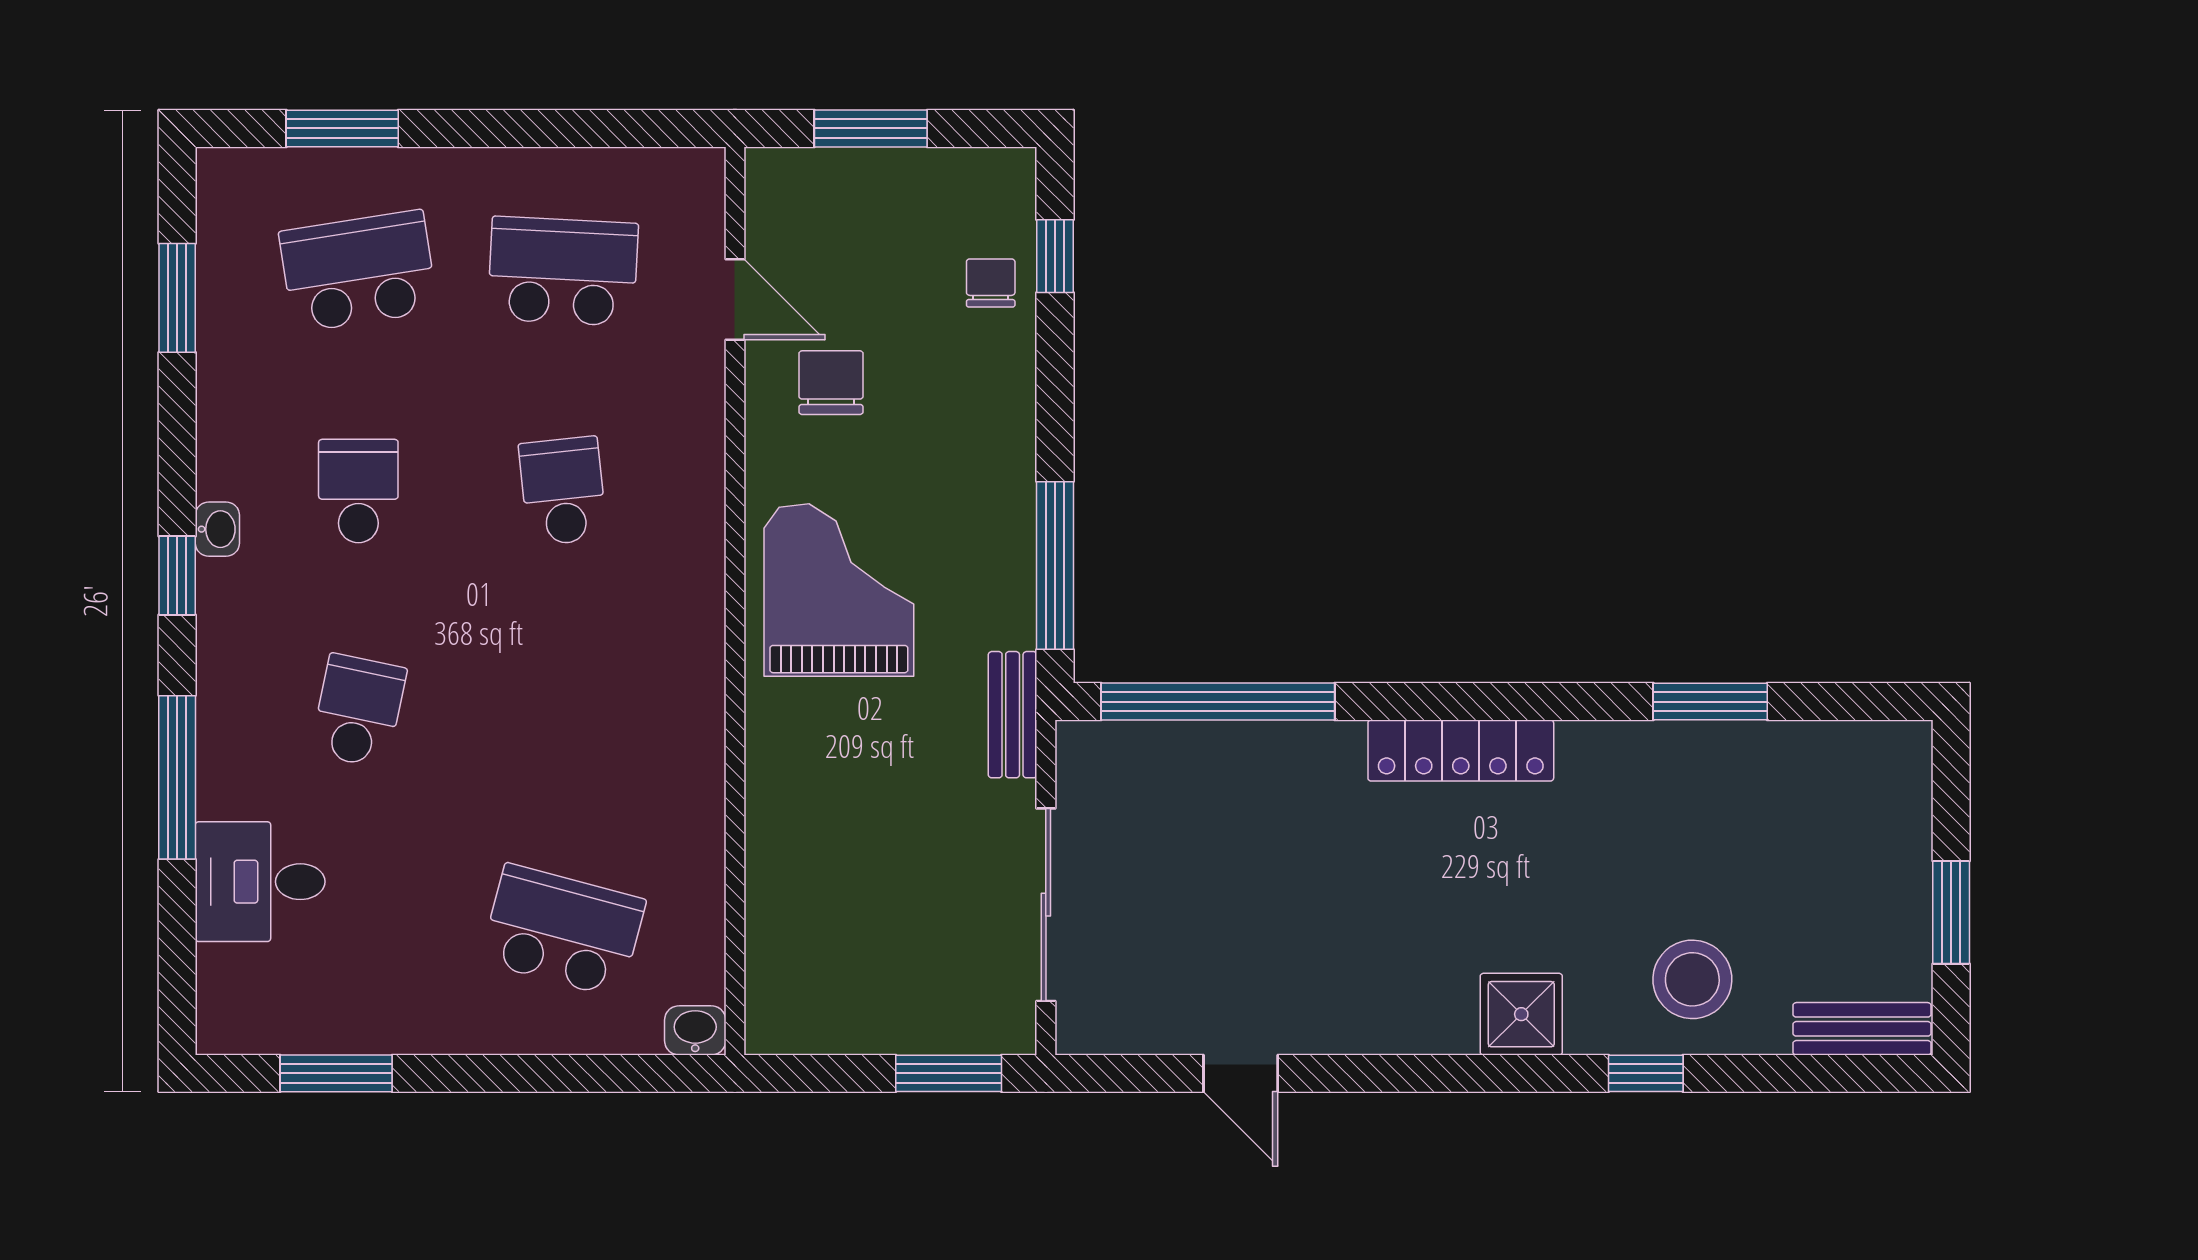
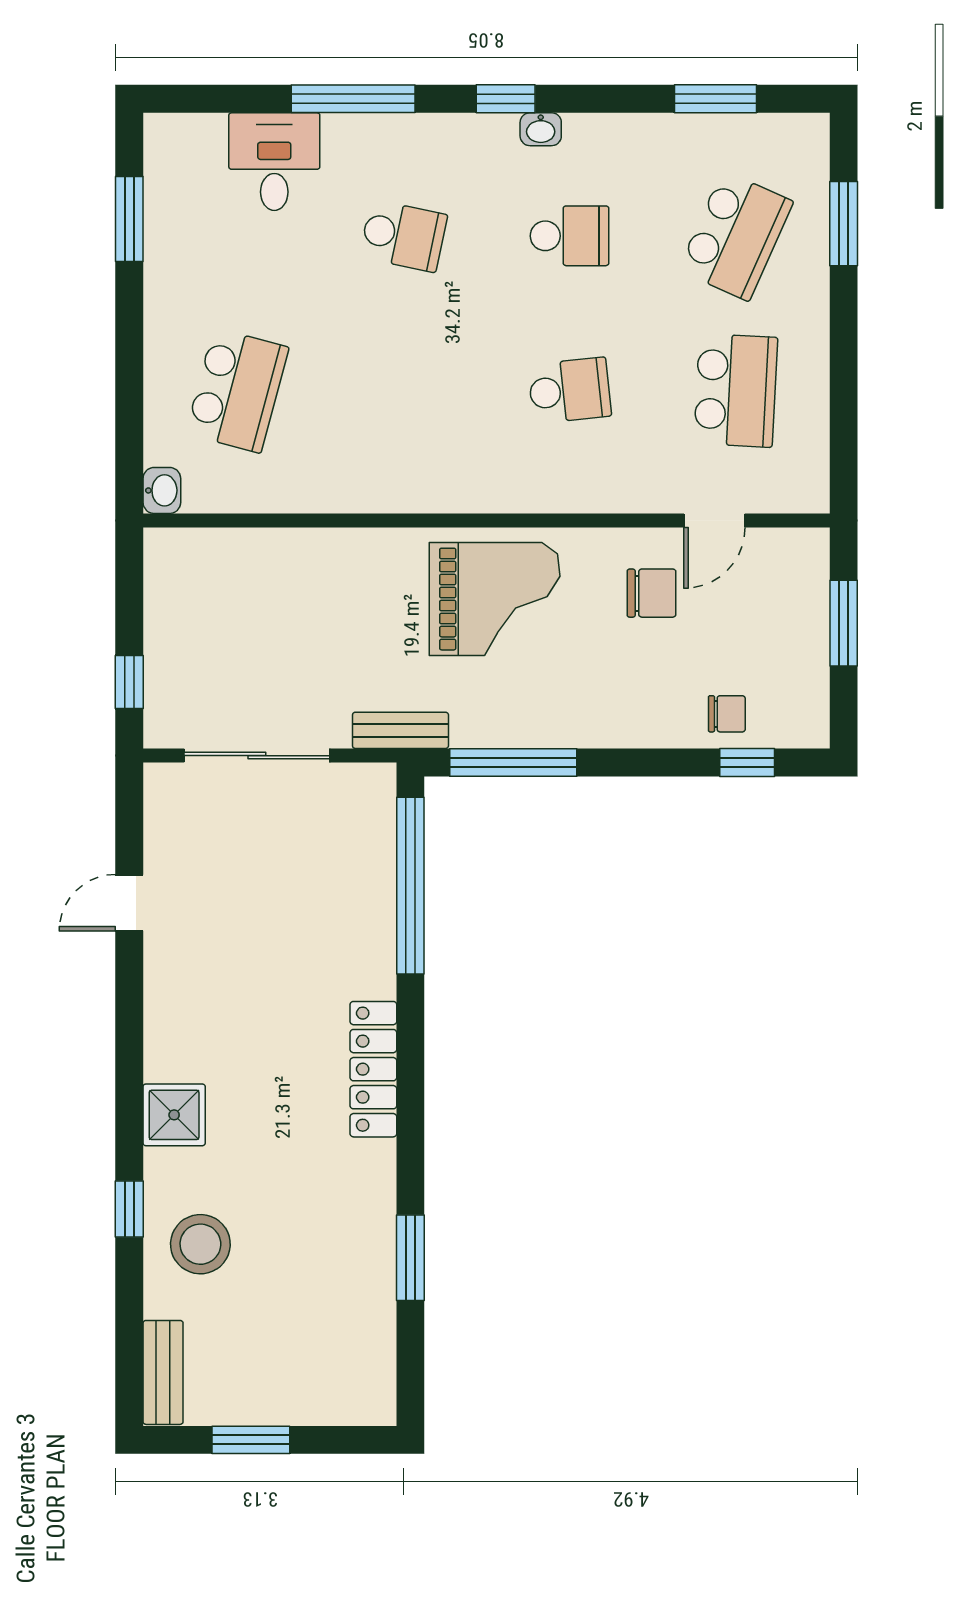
school desk: (358, 271) -> (736, 236), turned 33
window: (949, 1073) -> (129, 682), width x0.67

